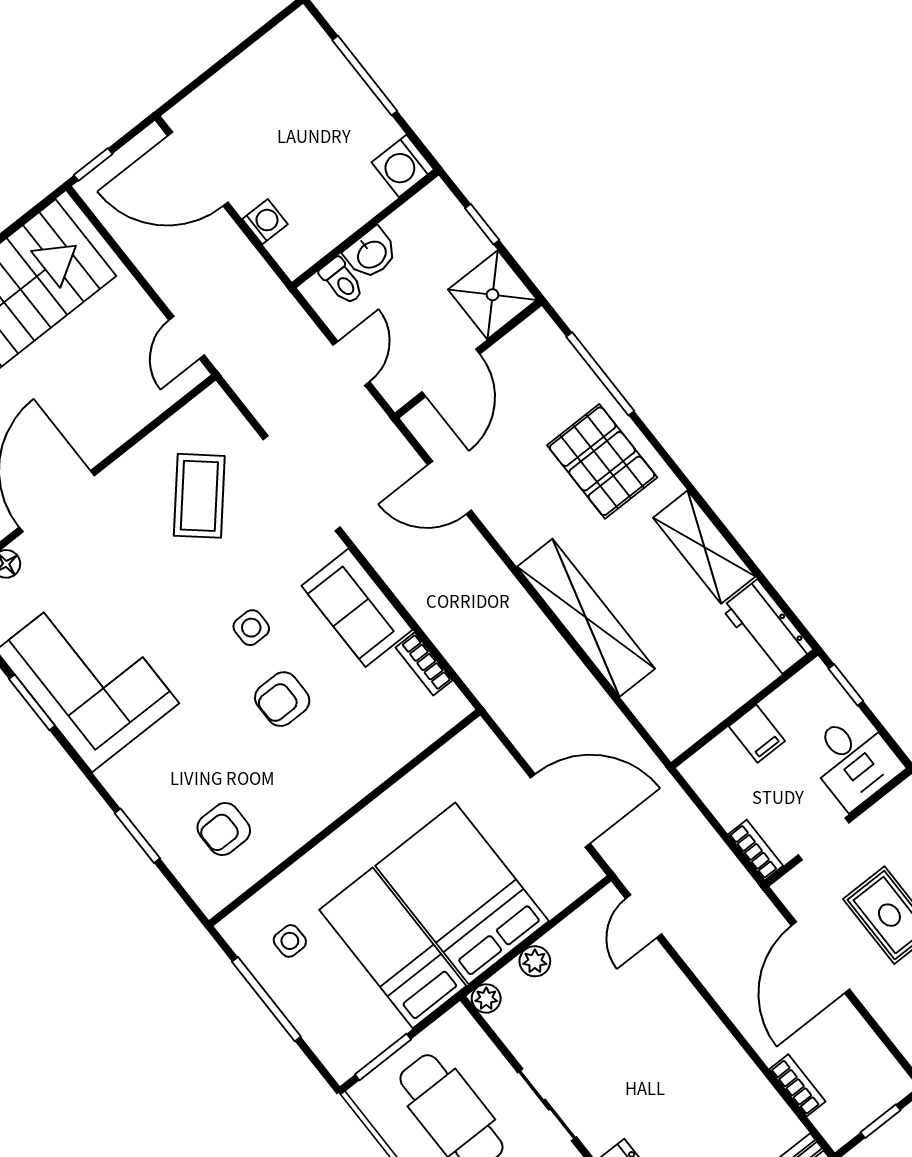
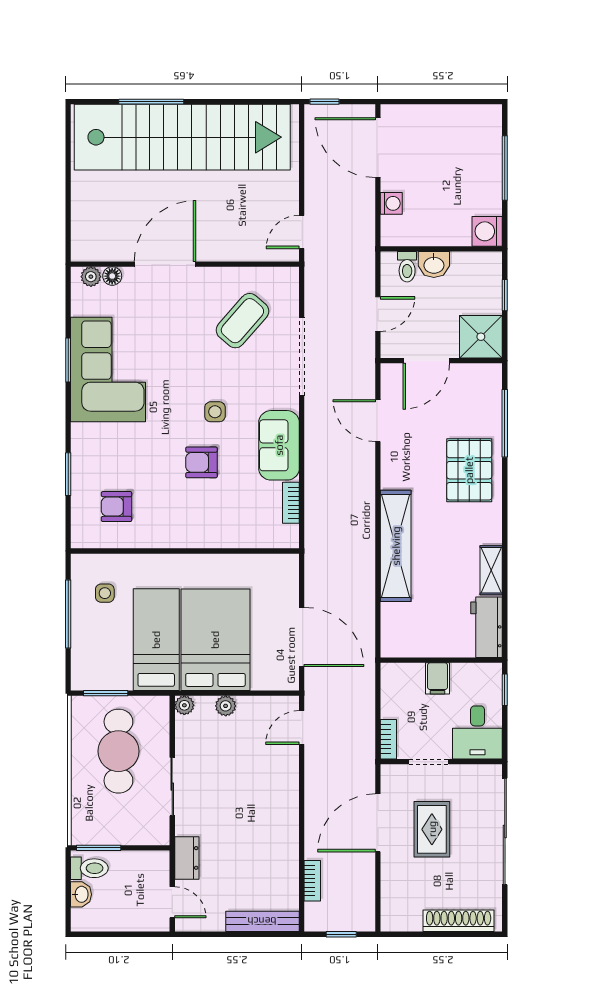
shelving: (704, 547) -> (491, 570), width x0.67, depth x0.75

